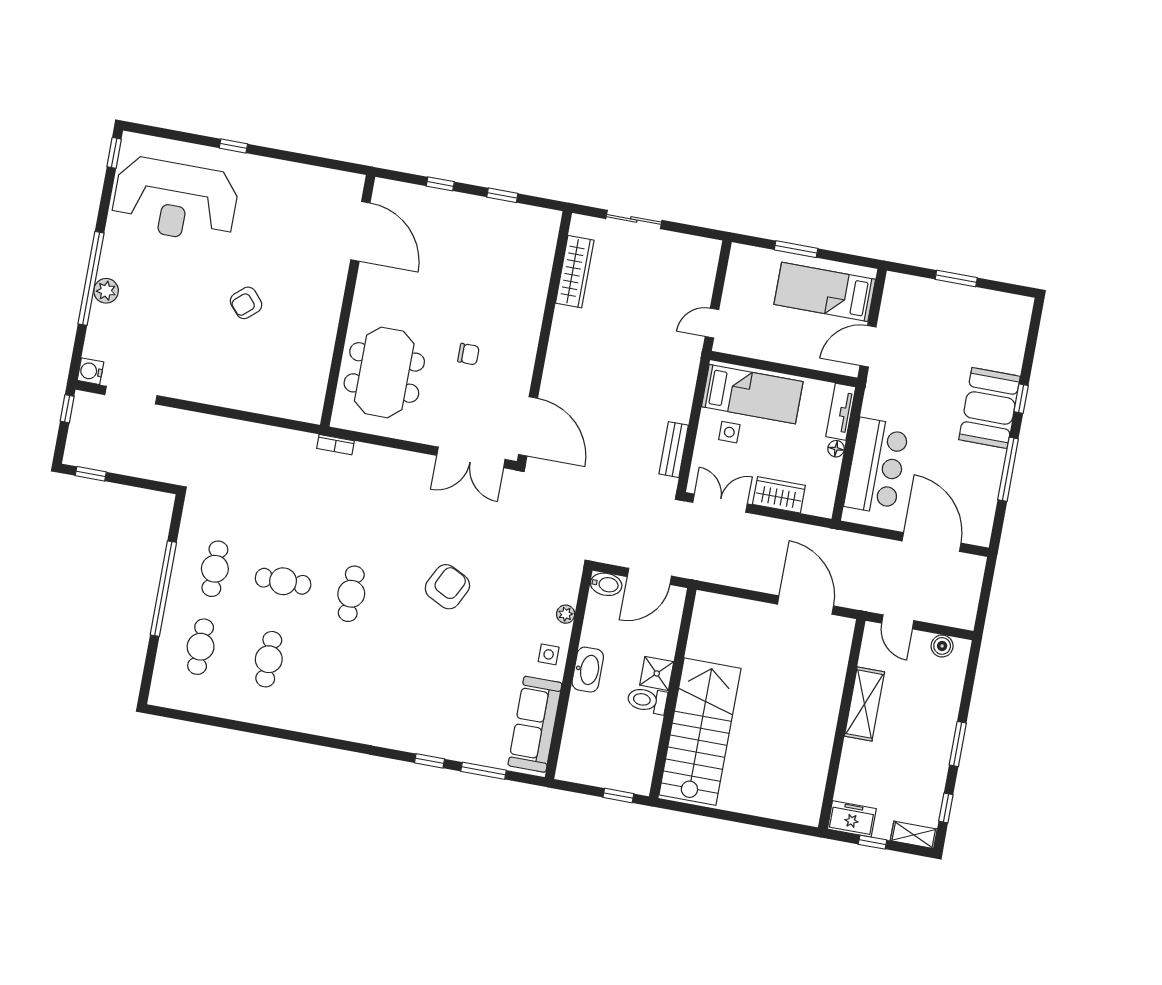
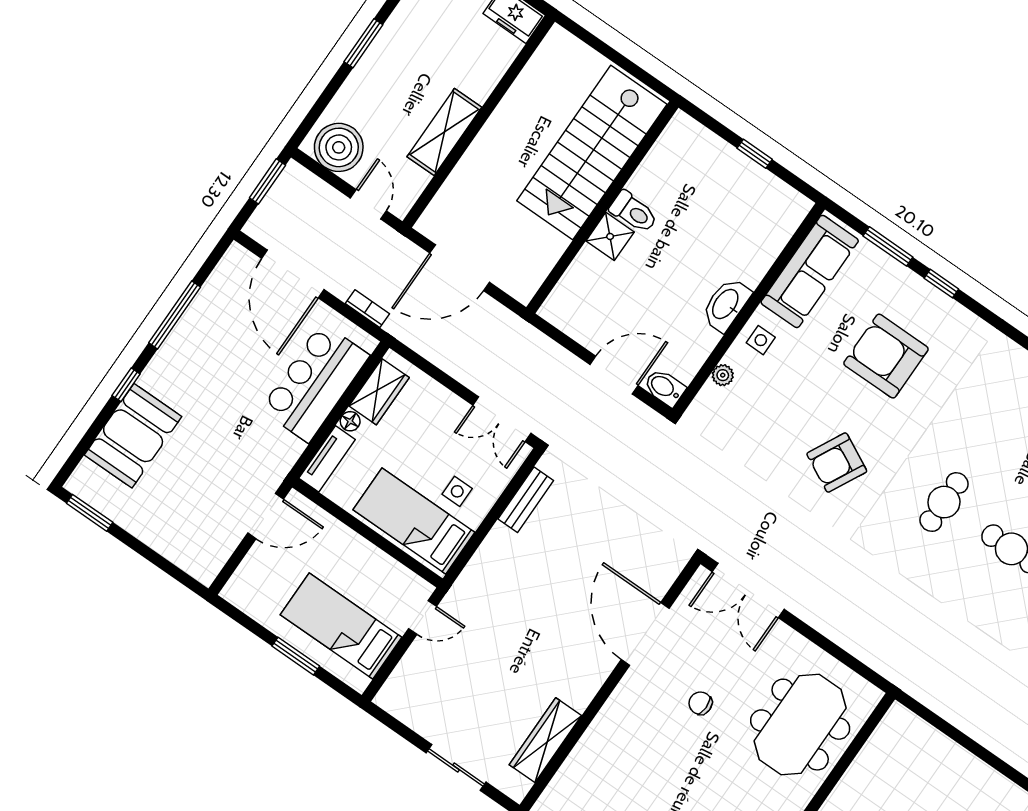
window: (956, 279) -> (90, 513), moved
bed: (825, 292) -> (341, 626), moved, turned 180
booth: (989, 408) -> (133, 436), moved
door: (528, 426) -> (645, 634), moved
bookcase: (335, 445) -> (367, 309), moved
double door: (471, 457) -> (748, 590), swing flipped
wardrobe: (779, 495) -> (379, 392), moved, turned -90
window: (983, 604) -> (267, 181), added
door: (805, 605) -> (460, 268), hinge flipped
boiler: (942, 646) -> (339, 147), width x1.86, depth x1.86
shower: (657, 673) -> (610, 236), moved
armchair: (447, 686) -> (886, 356), added
wall: (673, 693) -> (602, 207), moved
toilet: (647, 700) -> (634, 212), moved
stairs: (700, 732) -> (592, 152), moved

